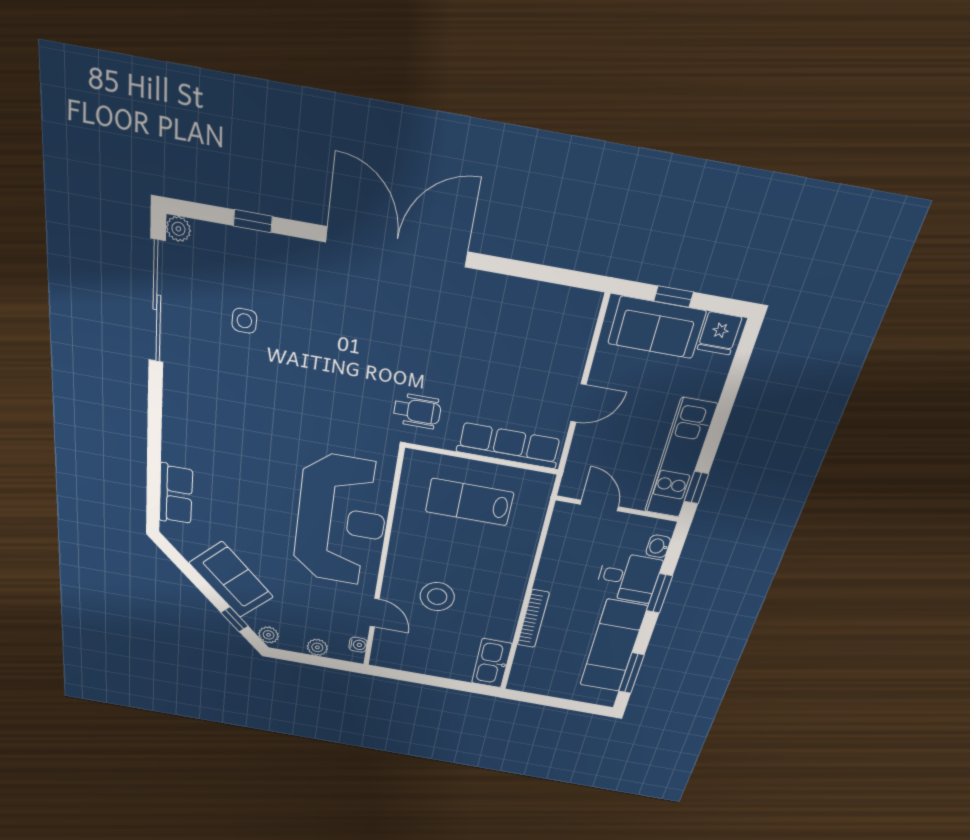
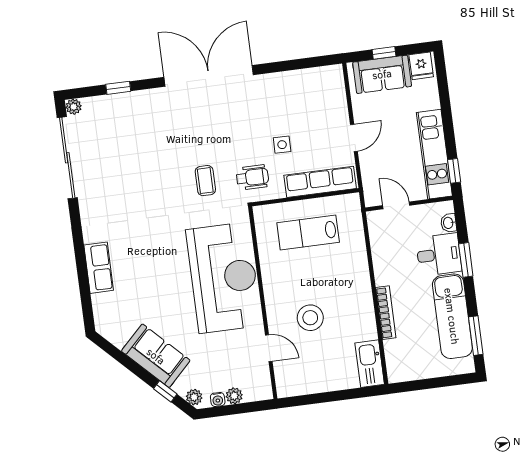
side table: (244, 321) -> (282, 145), moved
coffee table: (350, 395) -> (205, 181), added
row of seats: (176, 494) -> (99, 268), moved
water cooler: (358, 645) -> (218, 399), moved, turned 90

